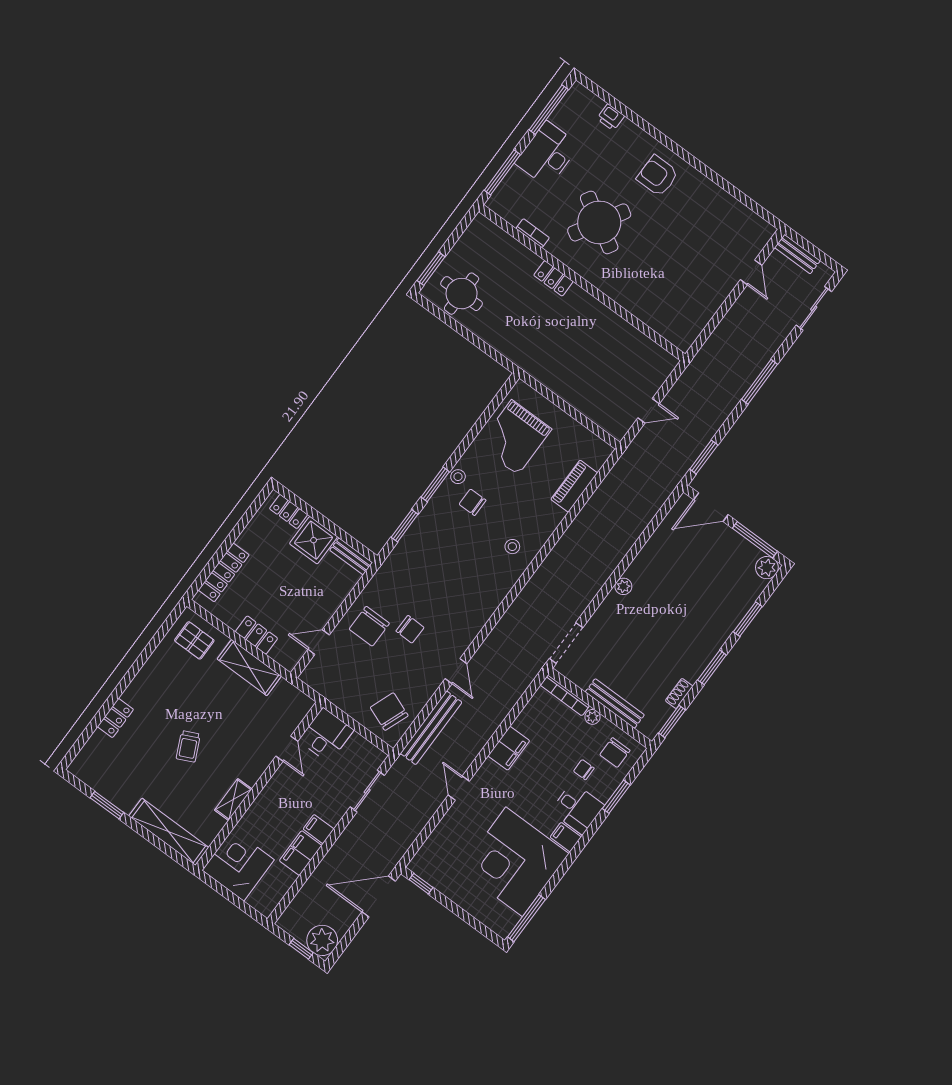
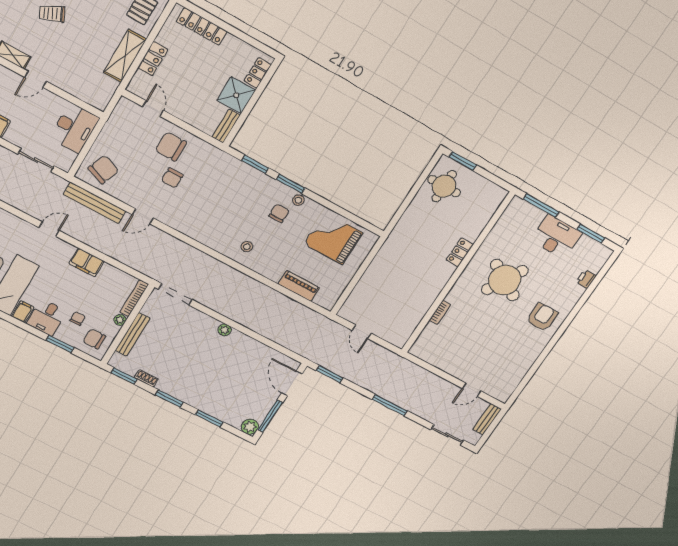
window: (549, 110) -> (591, 234), width x0.69
bookcase: (533, 233) -> (440, 313), moved
desk: (326, 735) -> (74, 128), width x1.37
door: (287, 749) -> (35, 79), moved

